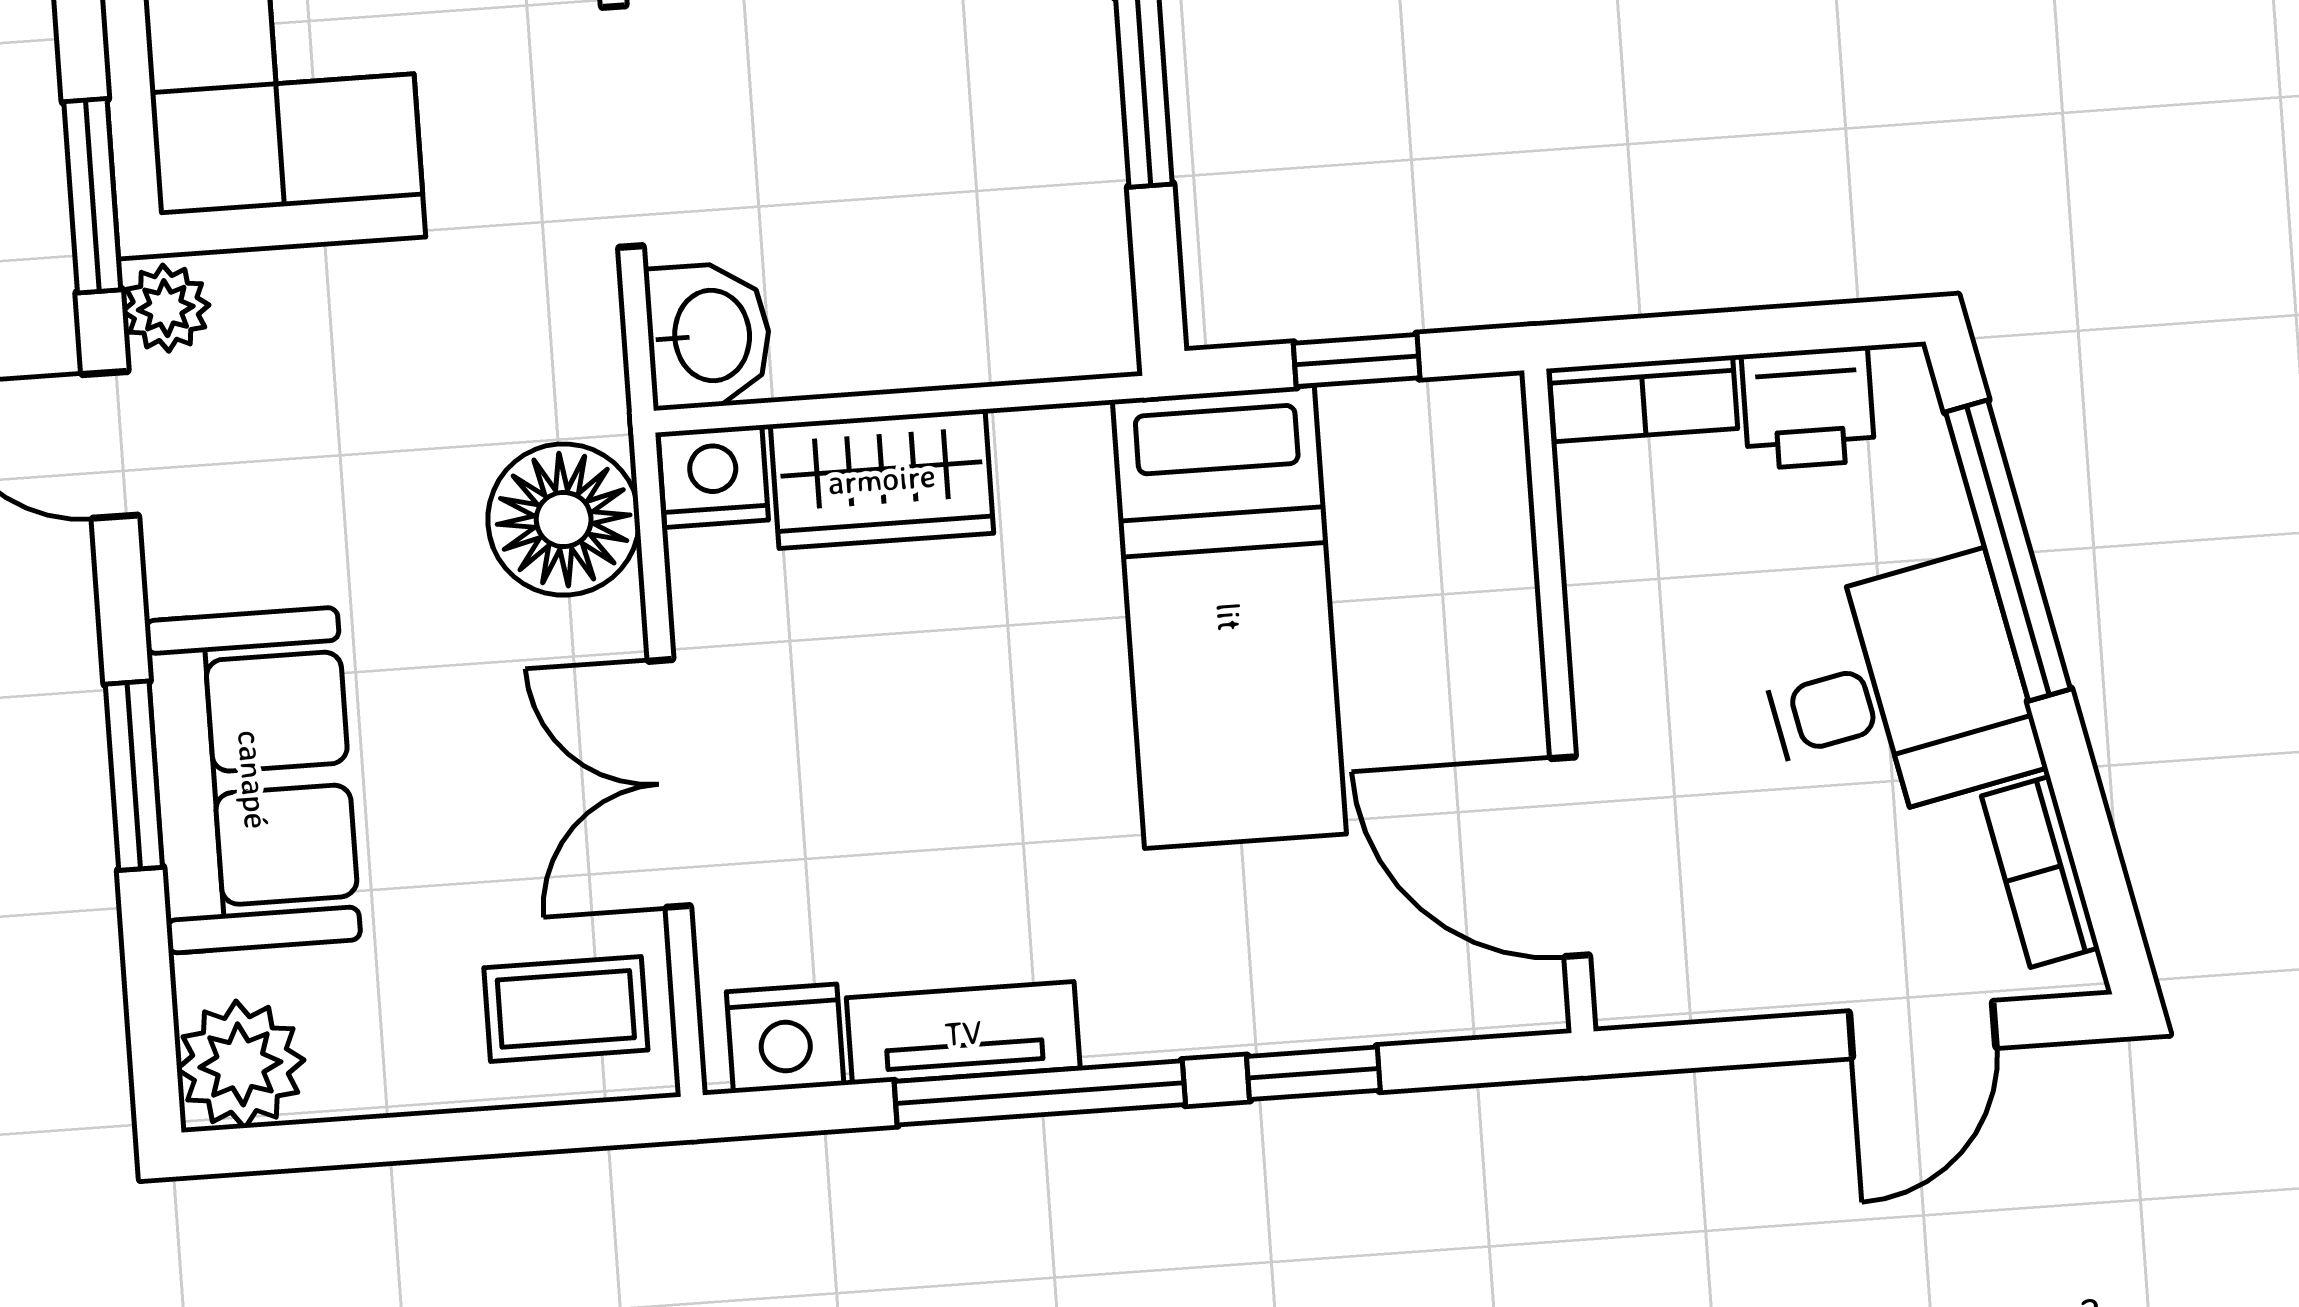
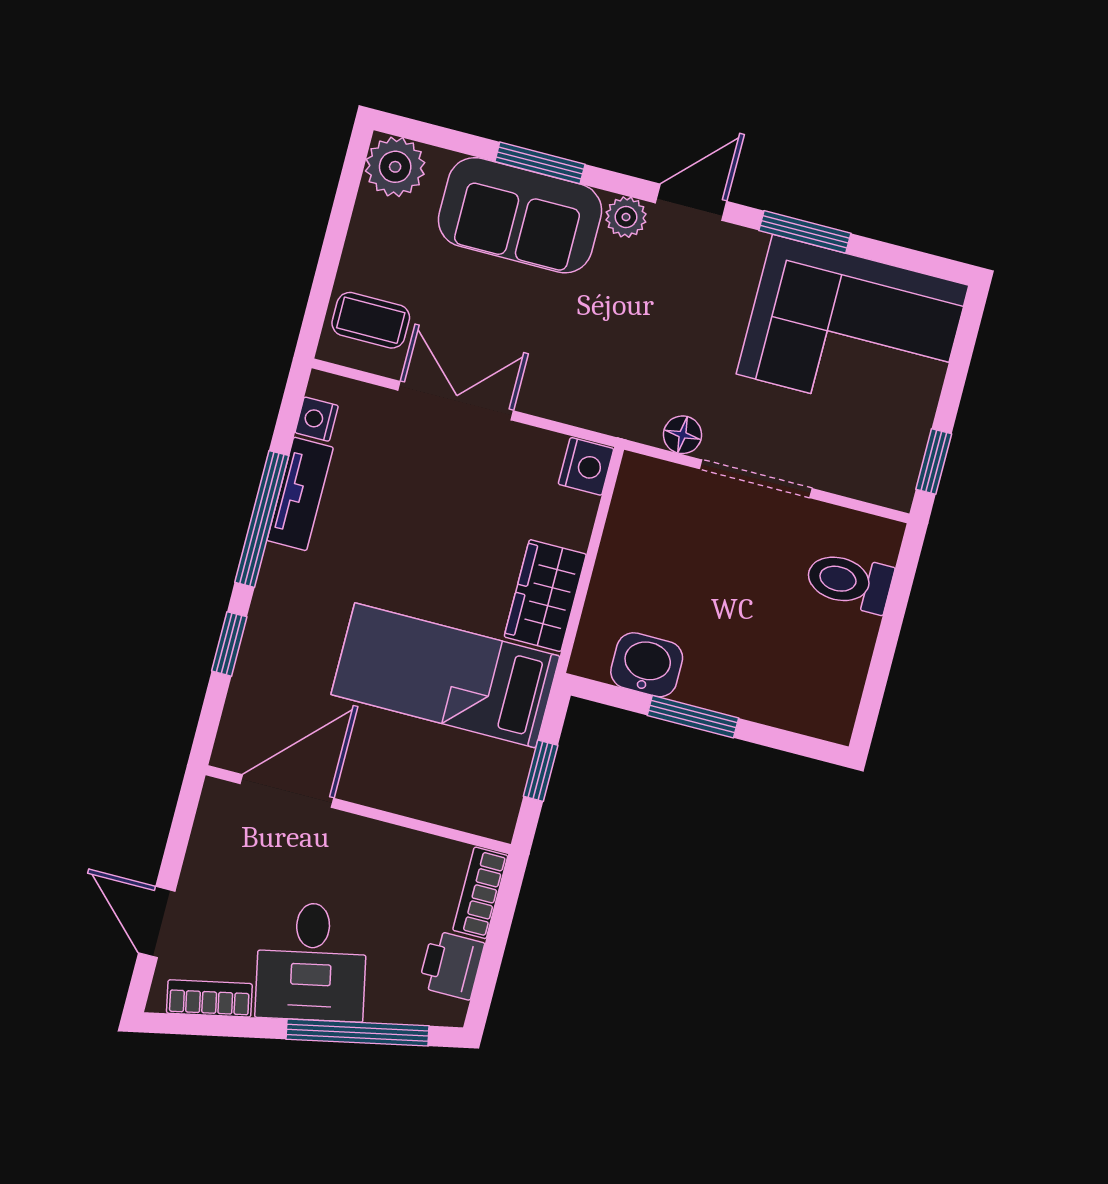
plant: (166, 308) -> (626, 217), moved
washbasin: (709, 336) -> (647, 665), moved, turned 180
wardrobe: (882, 479) -> (545, 596), moved
floor lamp: (564, 520) -> (683, 435), moved, width x0.53, depth x0.53
coffee table: (566, 1009) -> (371, 320), turned 90
nightstand: (785, 1038) -> (317, 419), width x0.72, depth x0.74

